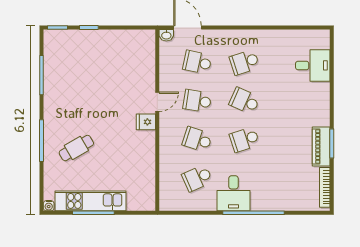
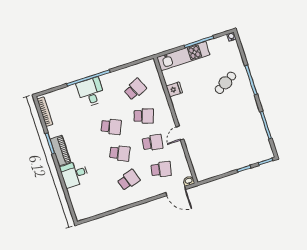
desk: (313, 65) -> (74, 174), moved
fridge: (146, 122) -> (174, 89), moved
school desk: (245, 139) -> (111, 127), turned 42
piano: (321, 147) -> (60, 151), moved
desk: (233, 193) -> (91, 92), moved
kitchen unit: (91, 201) -> (183, 56), moved

